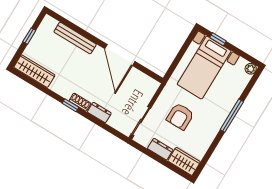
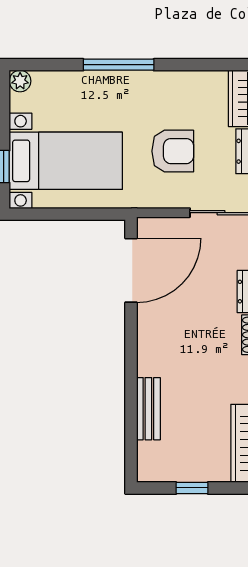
bench: (75, 38) -> (148, 409), width x0.73
door: (120, 55) -> (131, 270), moved

